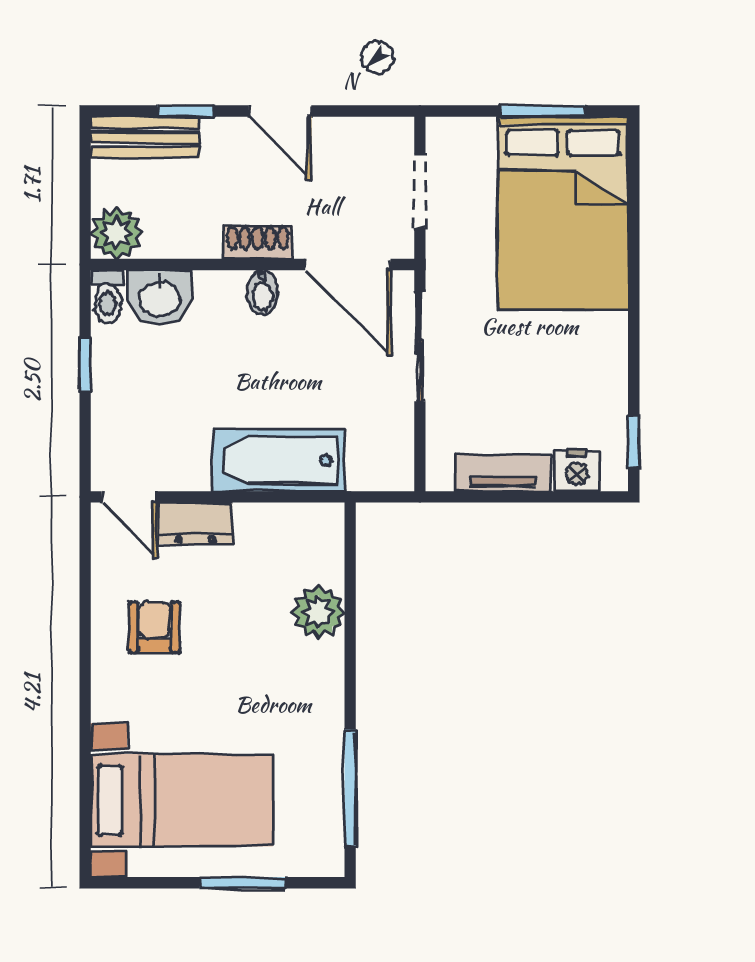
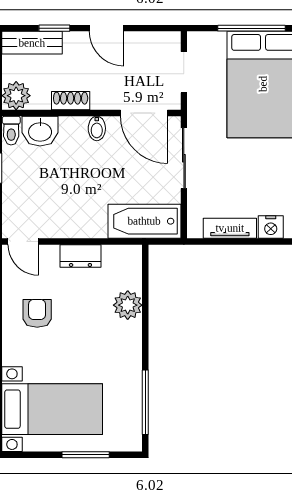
window: (542, 111) -> (252, 28), width x1.44
shoe rack: (258, 242) -> (71, 101), moved
bathtub: (279, 460) -> (144, 221), moved
dresser: (195, 523) -> (80, 256), moved

